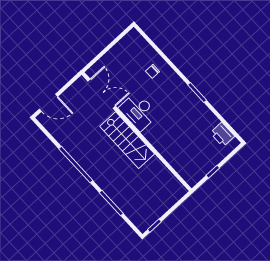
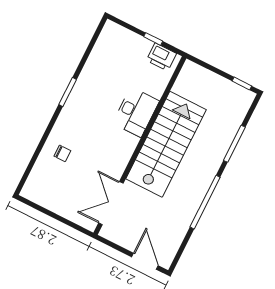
desk: (138, 111) -> (136, 112), moved
printer: (222, 135) -> (161, 57), moved, turned 90
stairs: (127, 140) -> (166, 144), width x1.36, depth x1.51

